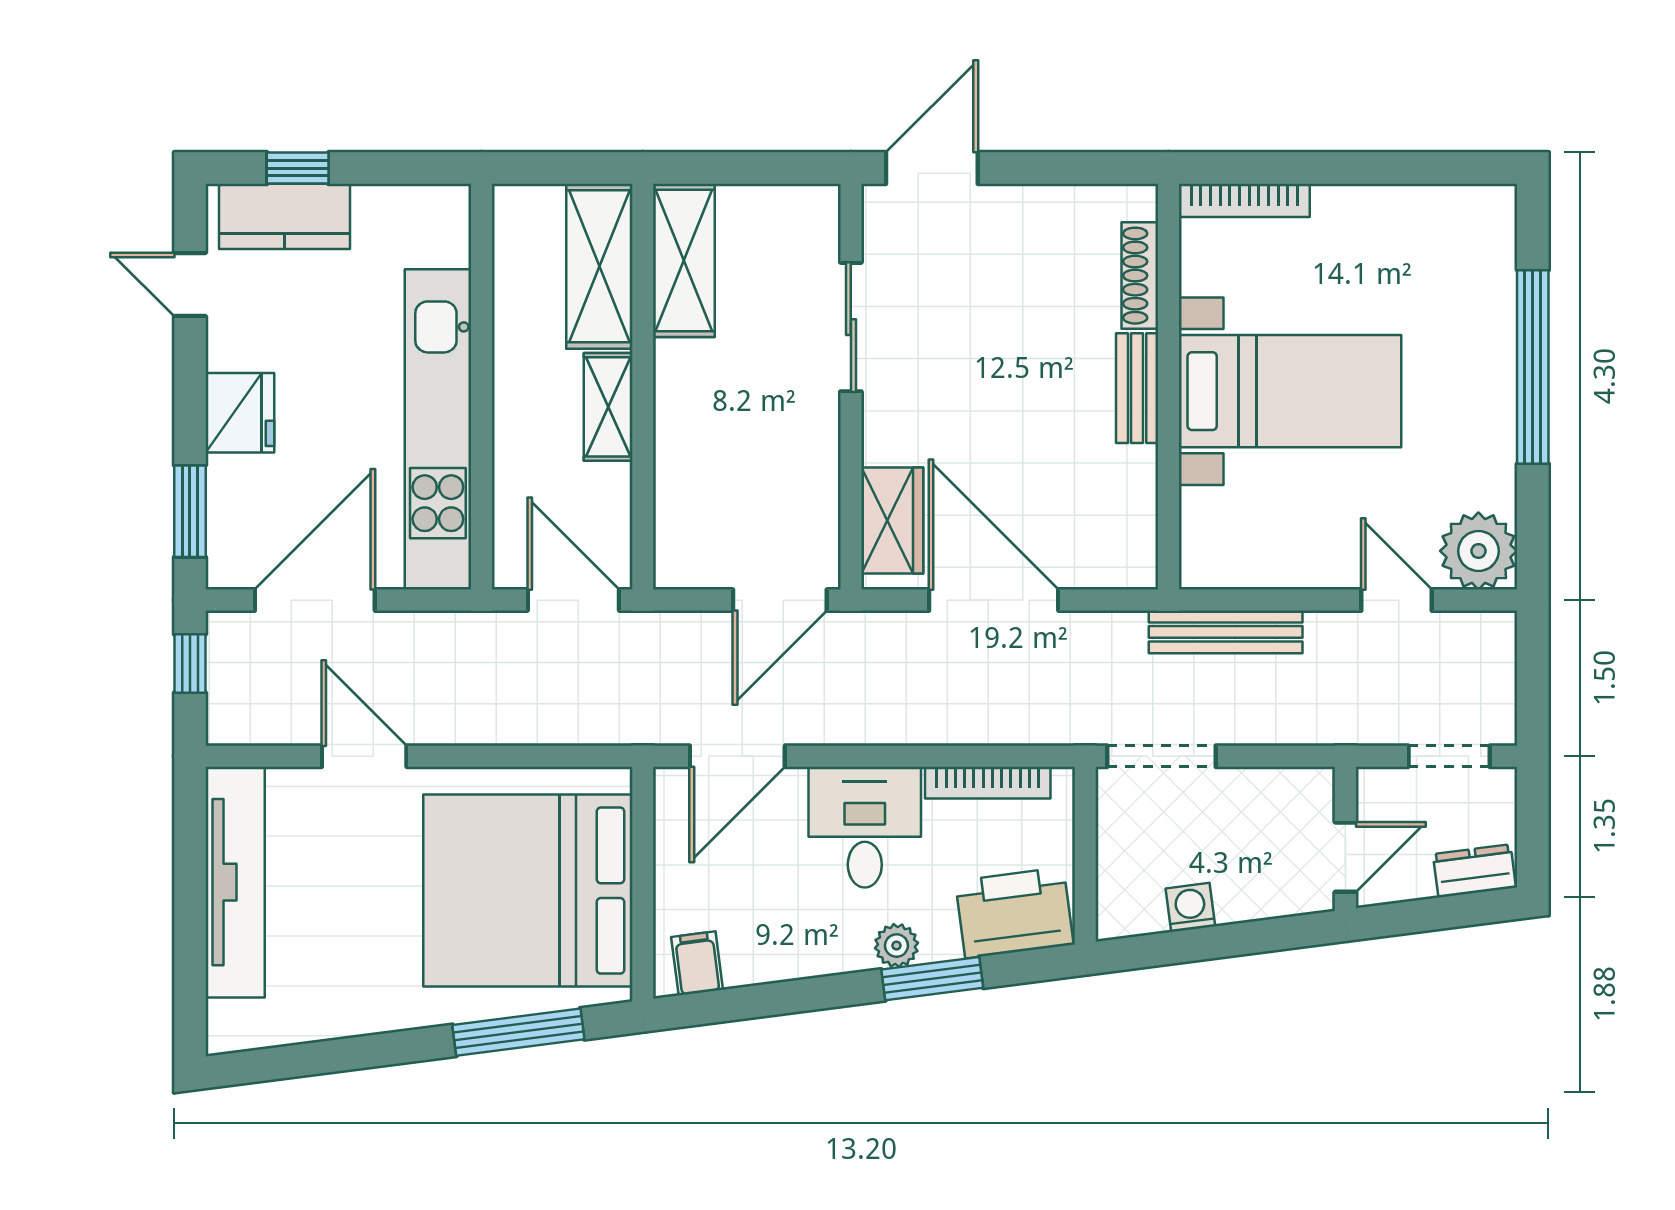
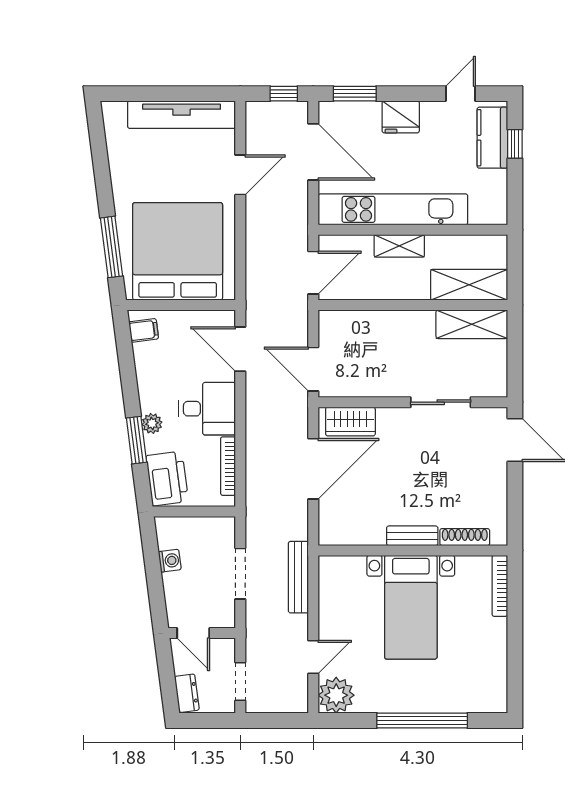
shelving: (608, 407) -> (399, 246), moved
doorway: (1162, 756) -> (240, 574), moved

